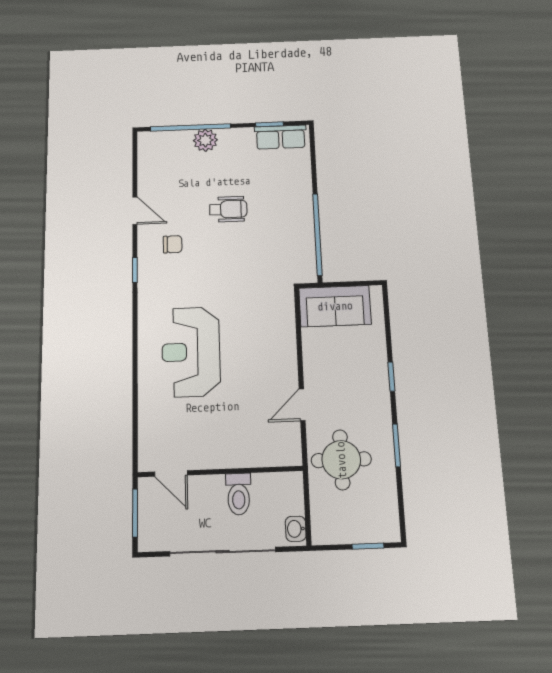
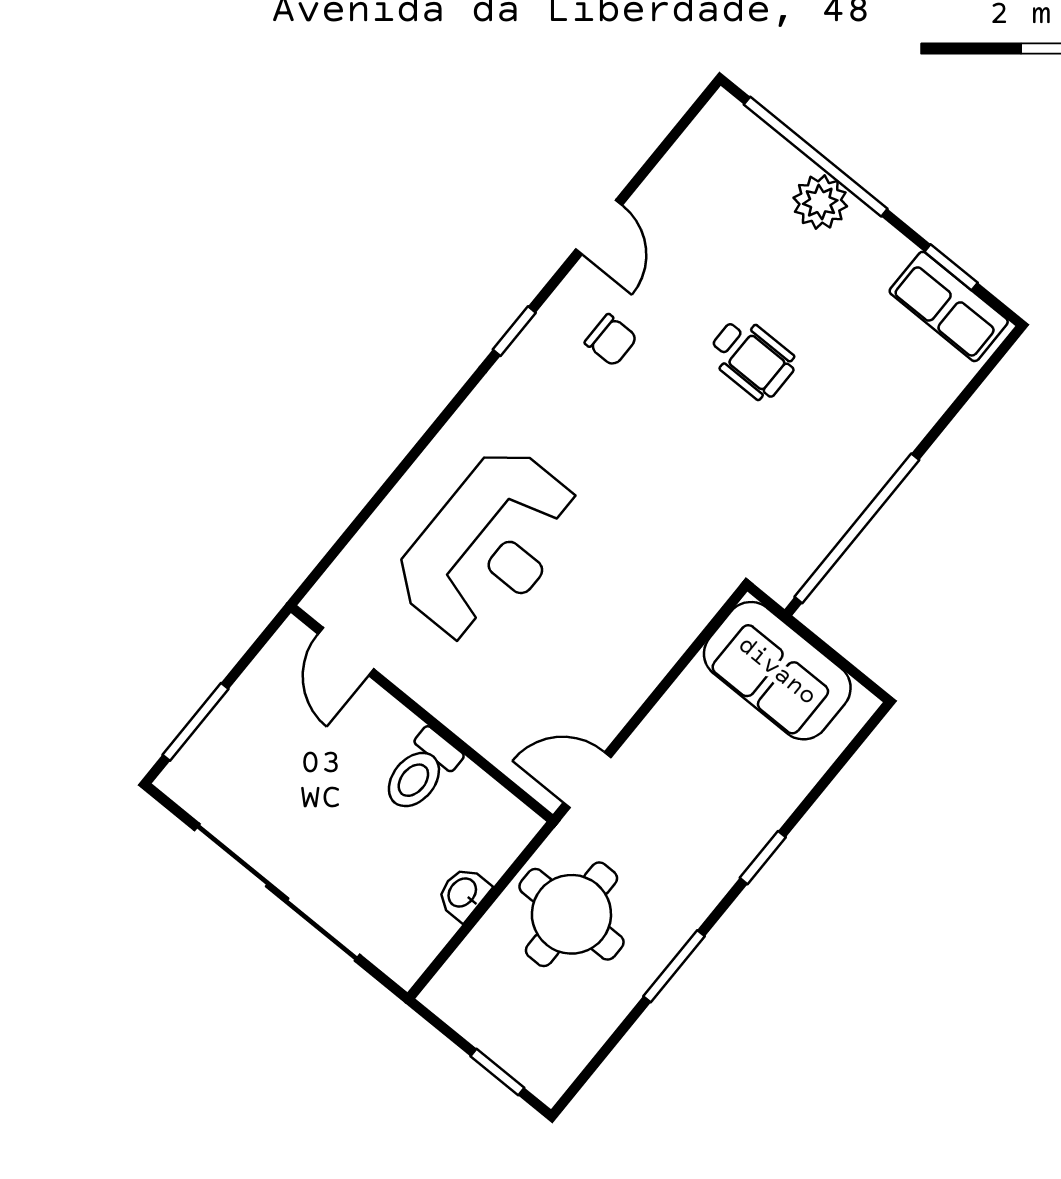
reception desk: (191, 352) -> (489, 546), turned 180
wall: (220, 472) -> (422, 713), moved
door: (171, 473) -> (346, 651), moved
toilet: (239, 494) -> (421, 771), moved
washbasin: (296, 529) -> (463, 893), moved

